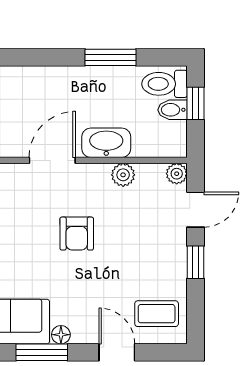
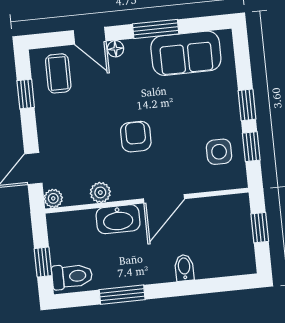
bidet: (173, 110) -> (184, 268), moved, turned -90
window: (196, 262) -> (26, 94), moved
coffee table: (157, 314) -> (58, 73), turned 90
floor lamp: (61, 335) -> (115, 49), moved

